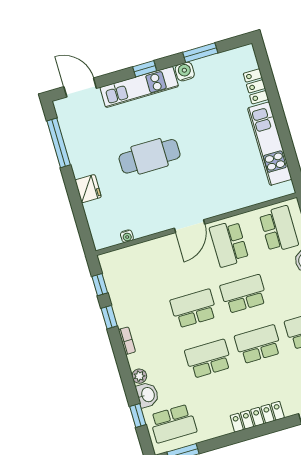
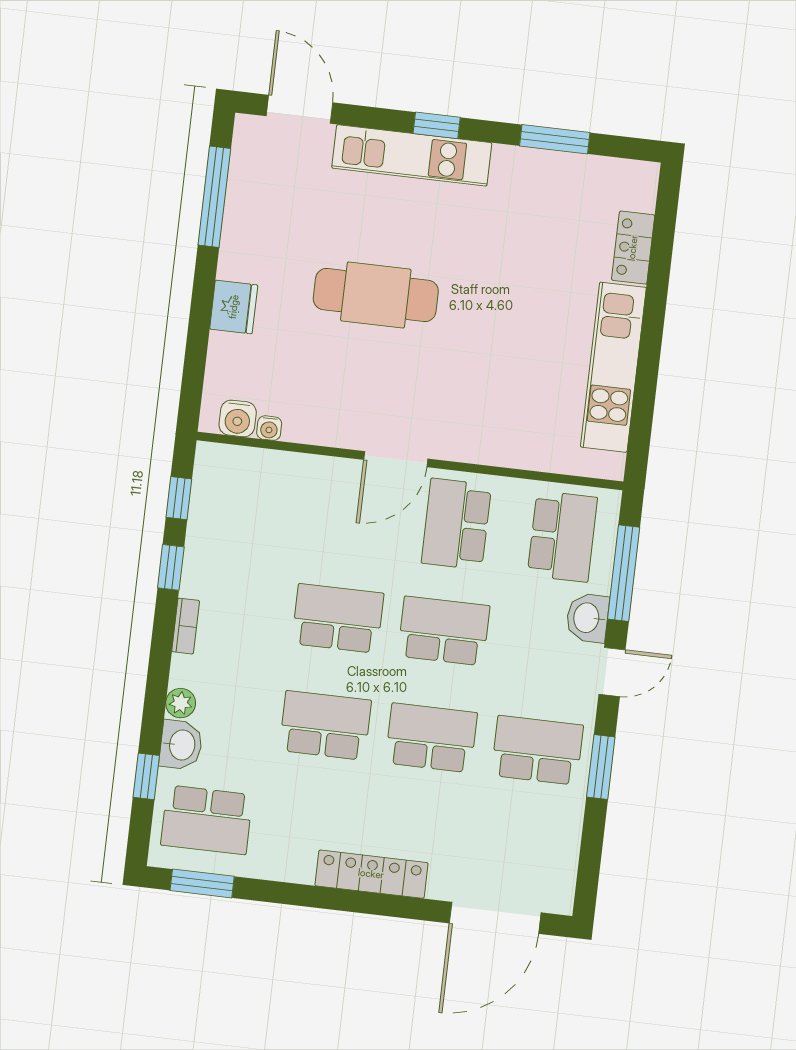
water cooler: (185, 72) -> (238, 418), moved, turned 180

